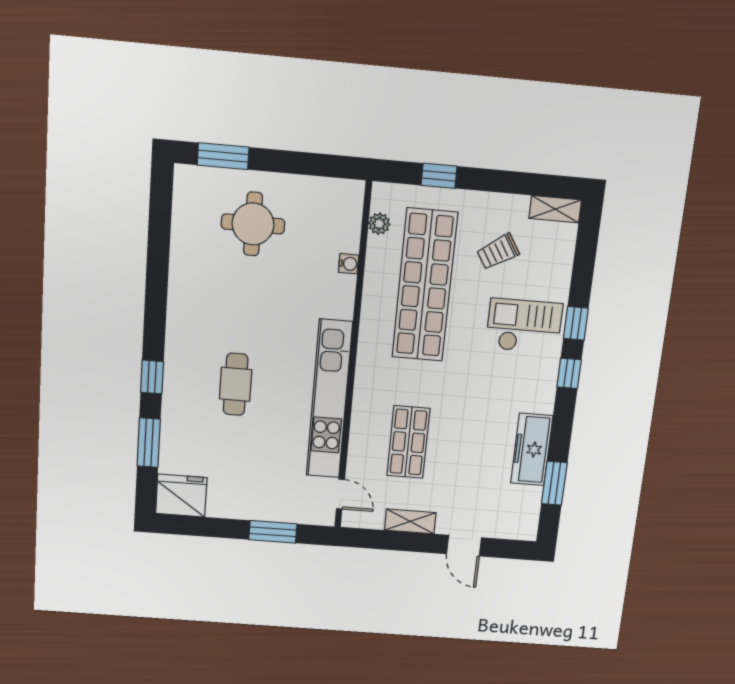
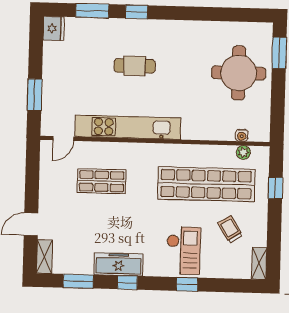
round table: (253, 224) -> (239, 73), width x1.36, depth x1.36
water cooler: (349, 264) -> (242, 135), moved
window: (569, 373) -> (127, 283), moved
freezer: (532, 449) -> (118, 264), moved
fridge: (181, 496) -> (54, 28), width x0.73, depth x0.75
shelving: (410, 521) -> (44, 257), moved

